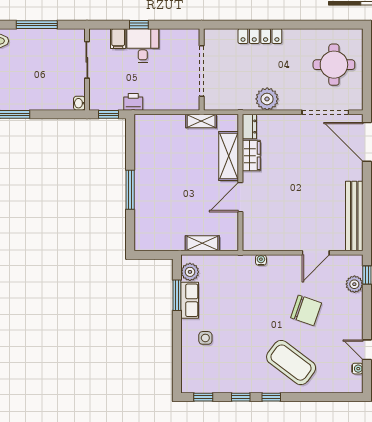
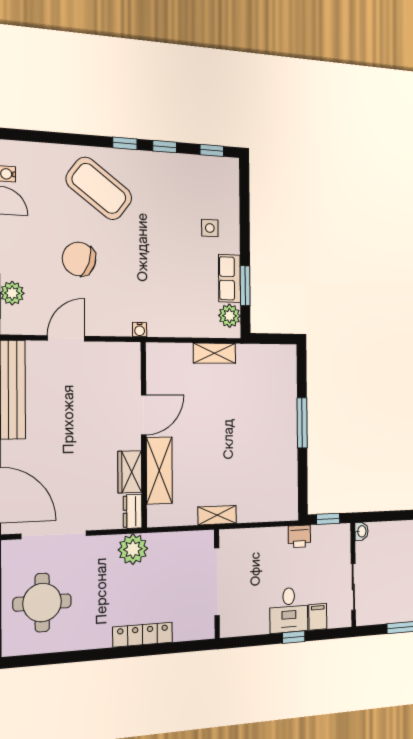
dresser: (249, 127) -> (133, 511), moved
shelving: (229, 156) -> (159, 471), moved
wardrobe: (251, 156) -> (130, 472), moved
wall: (240, 183) -> (144, 435), moved
door: (240, 197) -> (144, 415), moved

